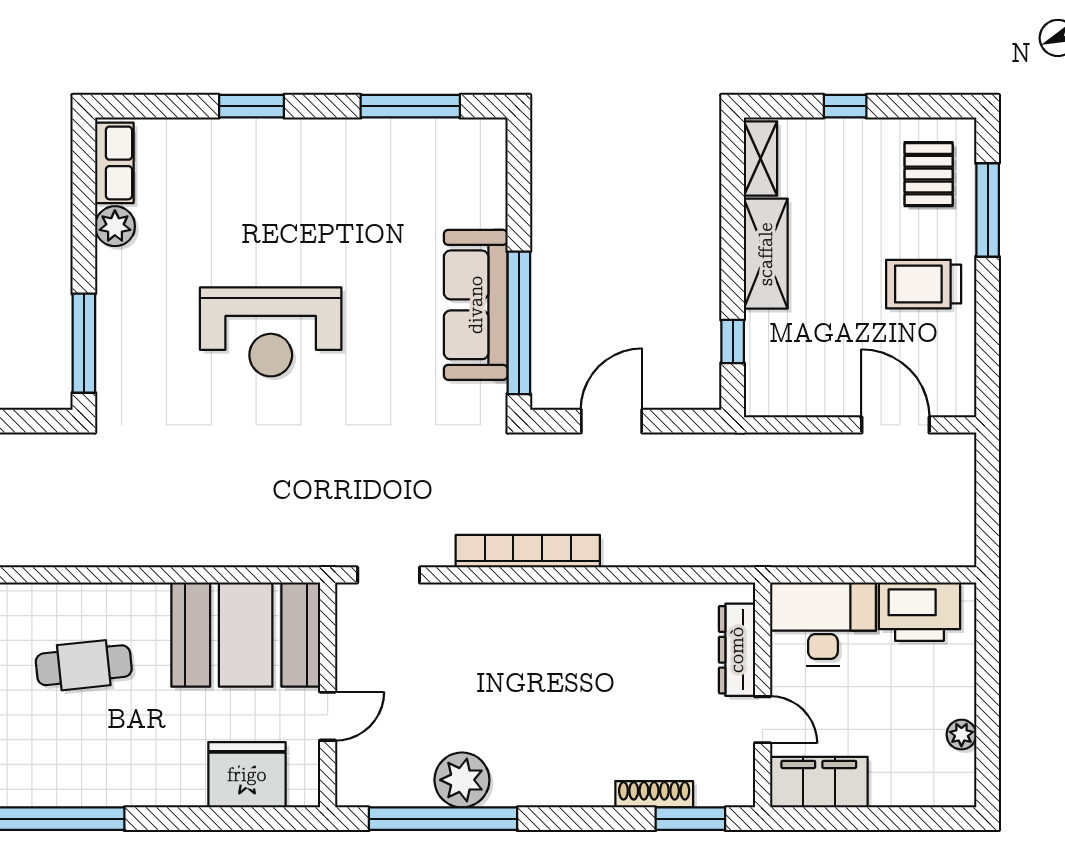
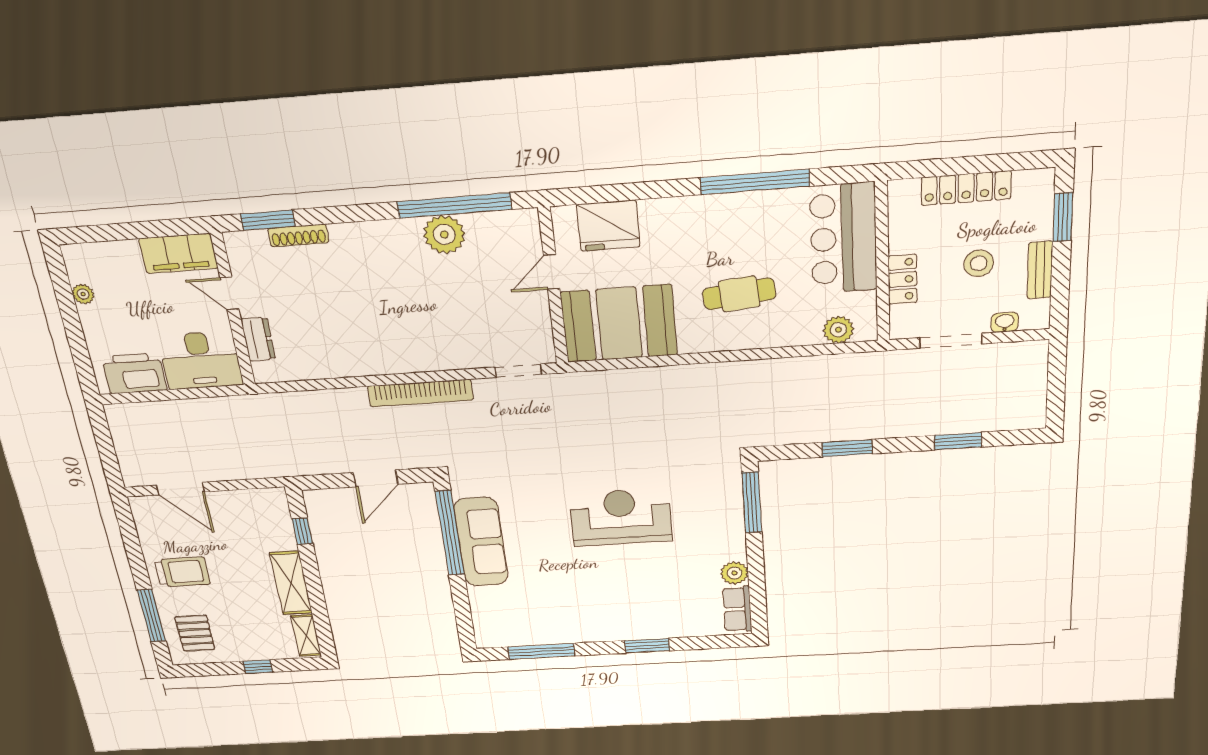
dresser: (737, 650) -> (258, 339), width x0.70

